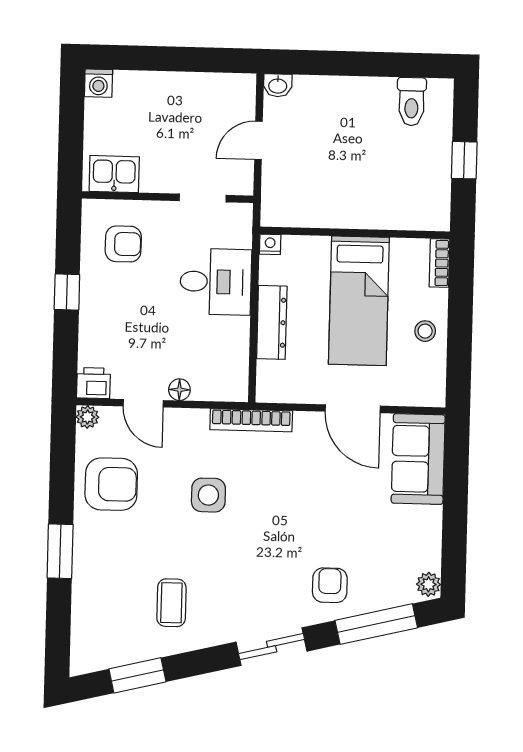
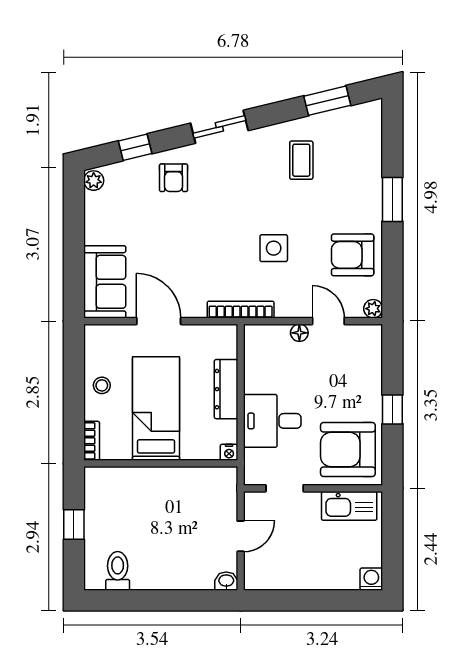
kitchen sink: (114, 174) -> (349, 506), width x1.38
armchair: (123, 244) -> (348, 450), width x1.88, depth x1.88
printer: (94, 383) -> (369, 336), removed
window: (376, 624) -> (135, 147), width x0.46

